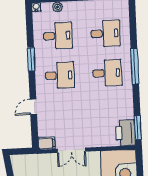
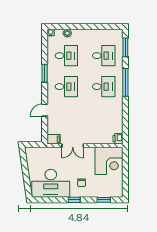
window: (138, 128) -> (125, 47), moved
printer: (125, 133) -> (118, 139), width x0.53, depth x0.68

